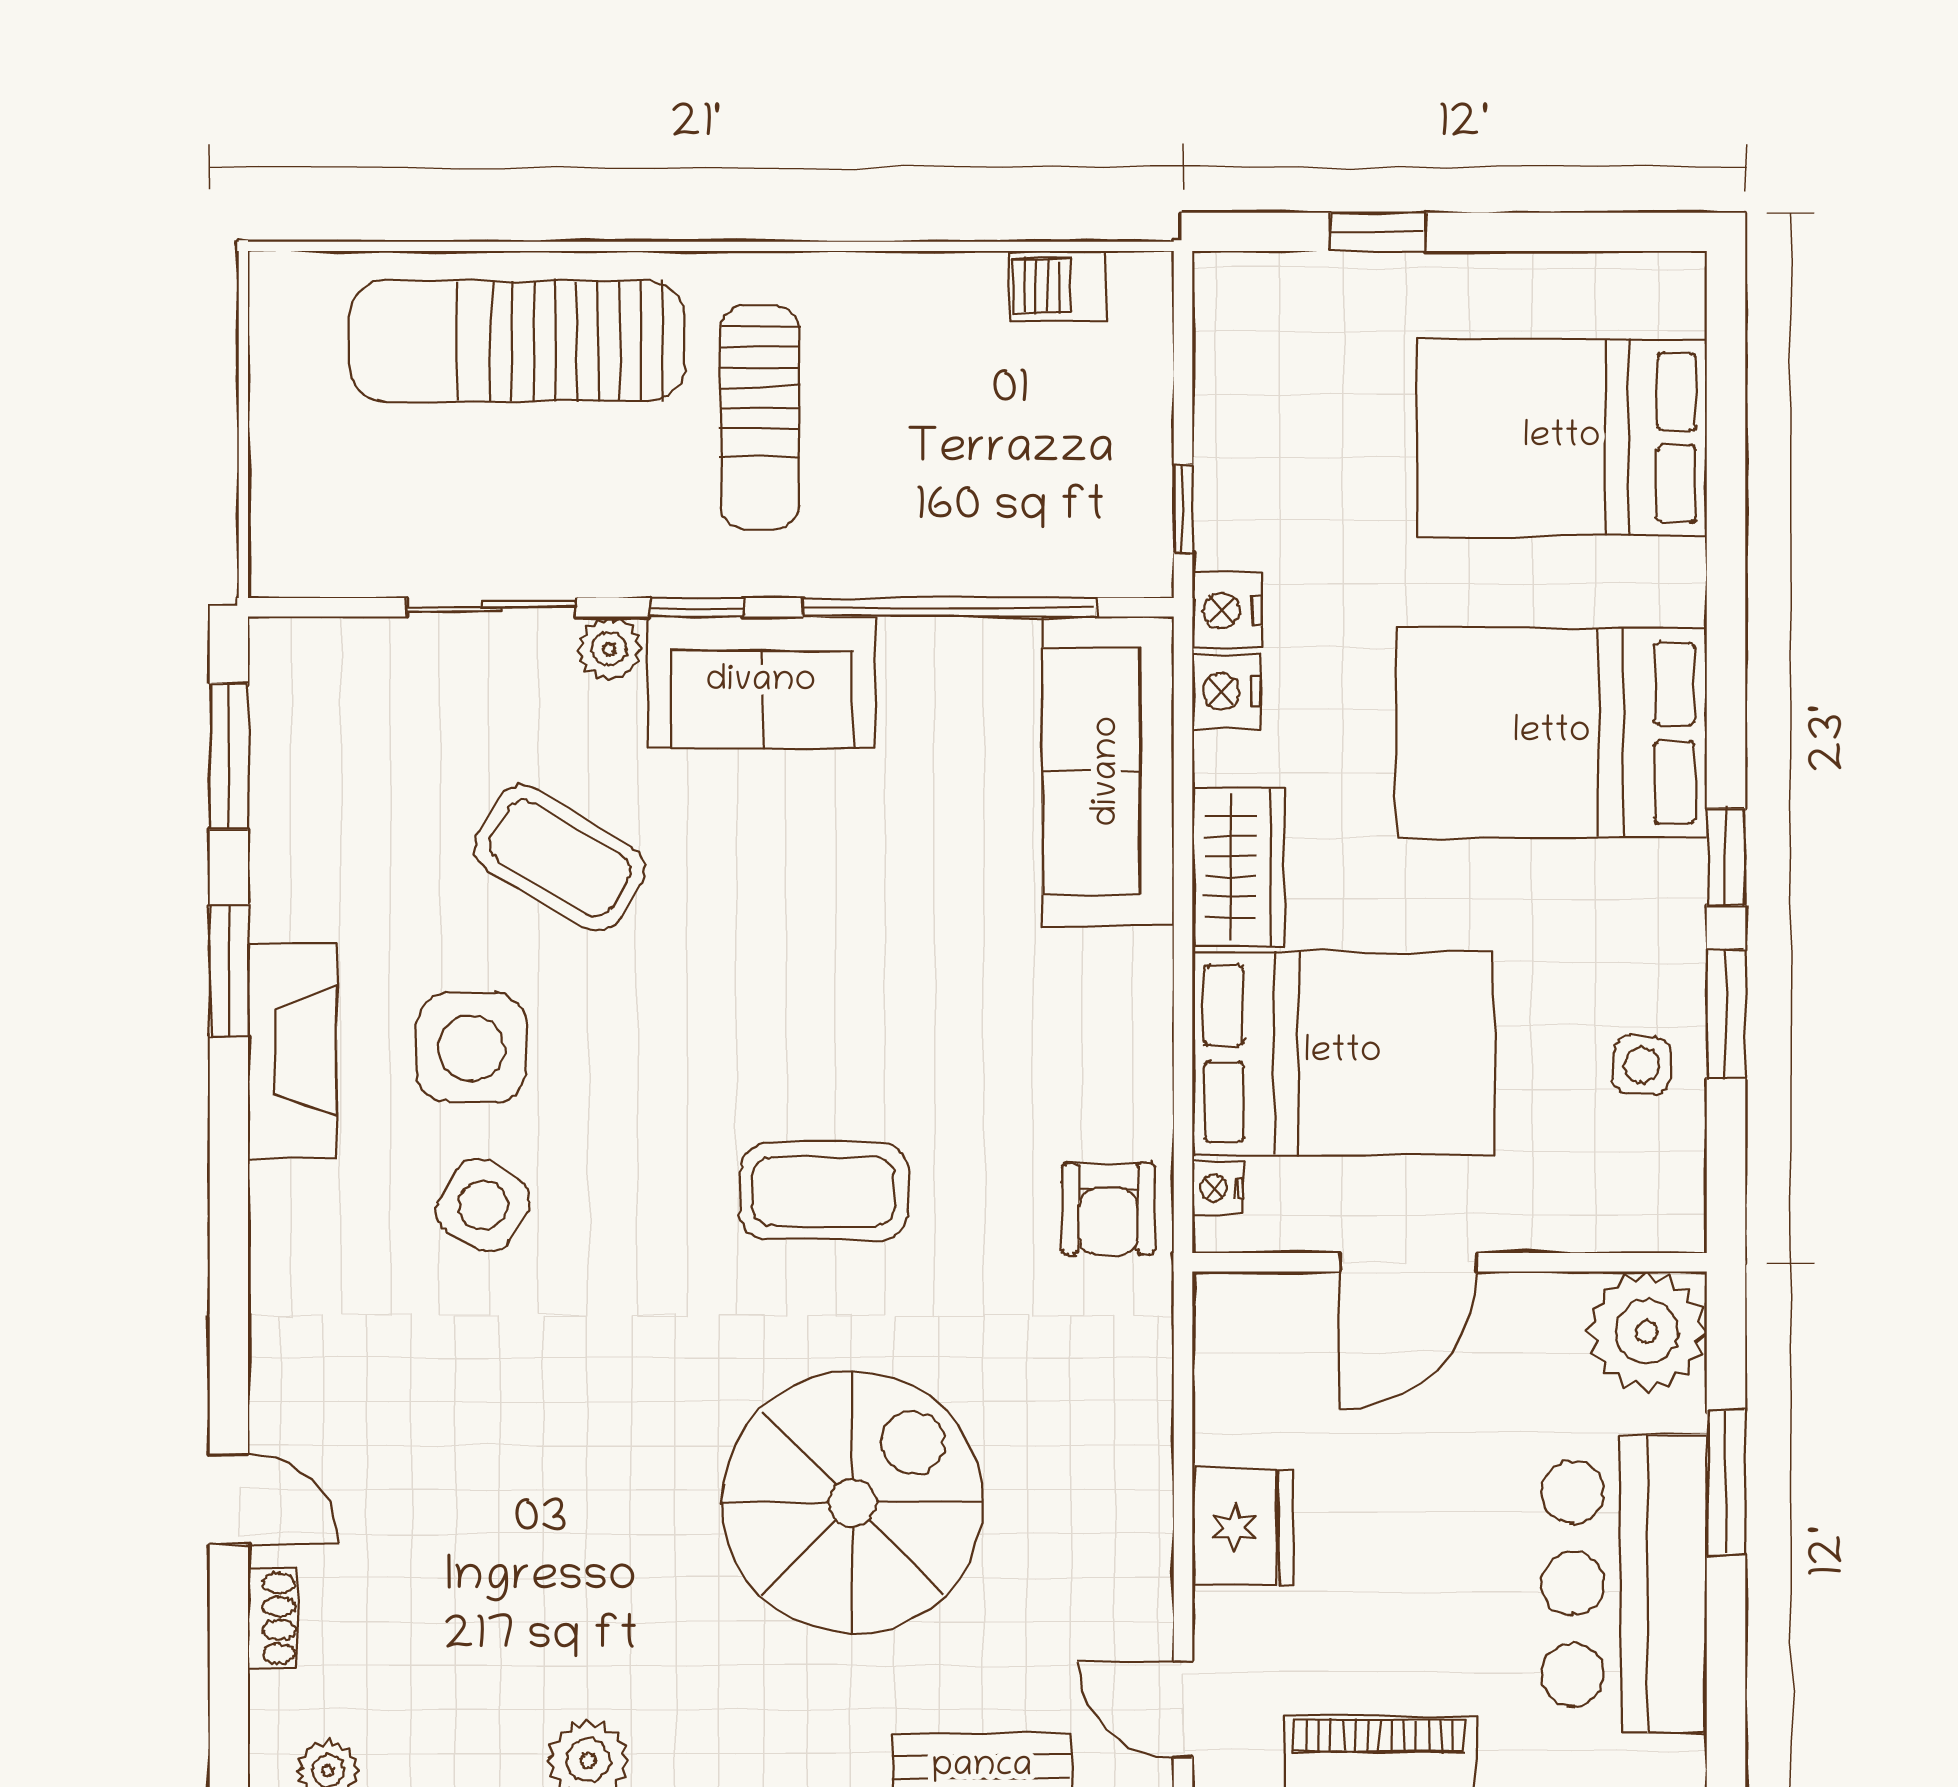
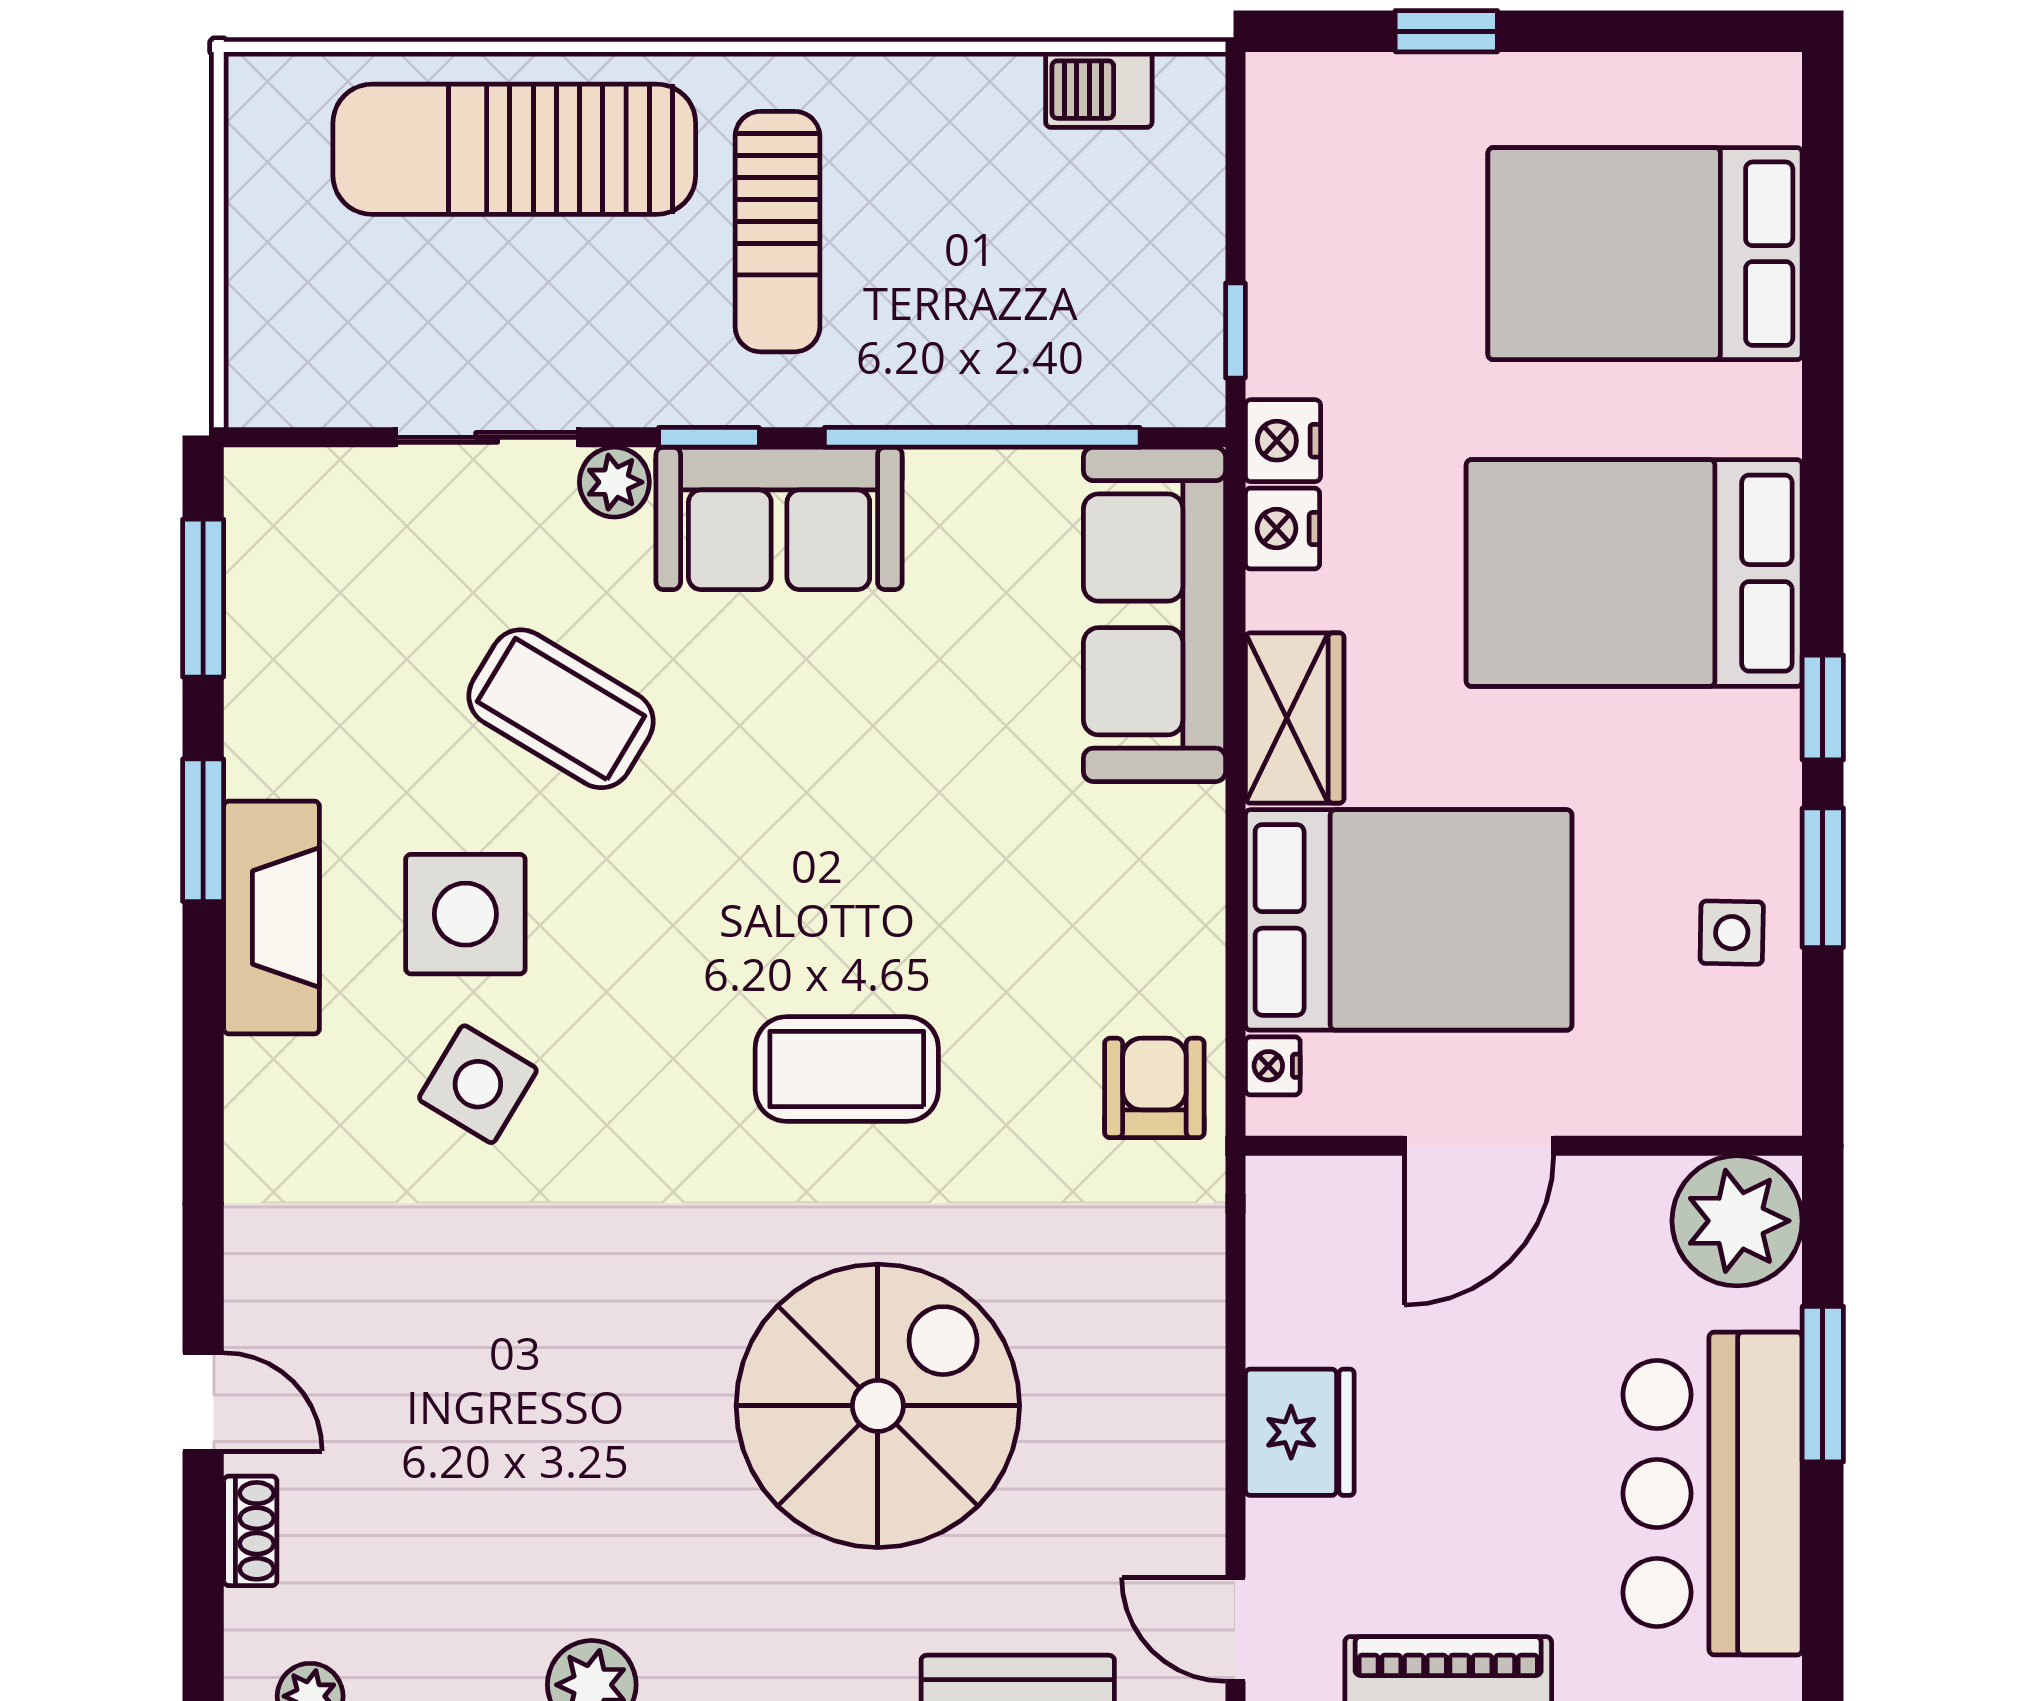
armchair: (1108, 1209) -> (1154, 1088), turned 180

